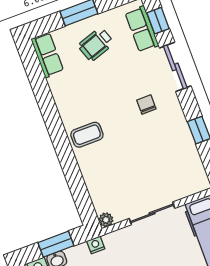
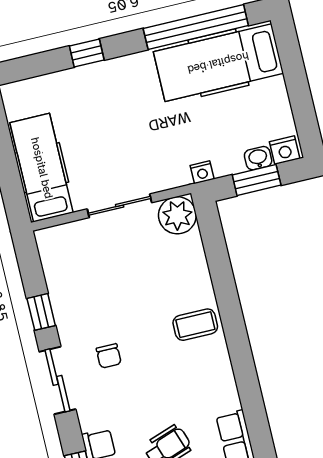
sliding door: (175, 67) -> (57, 380), moved
plant: (106, 220) -> (177, 215), width x1.88, depth x1.88

